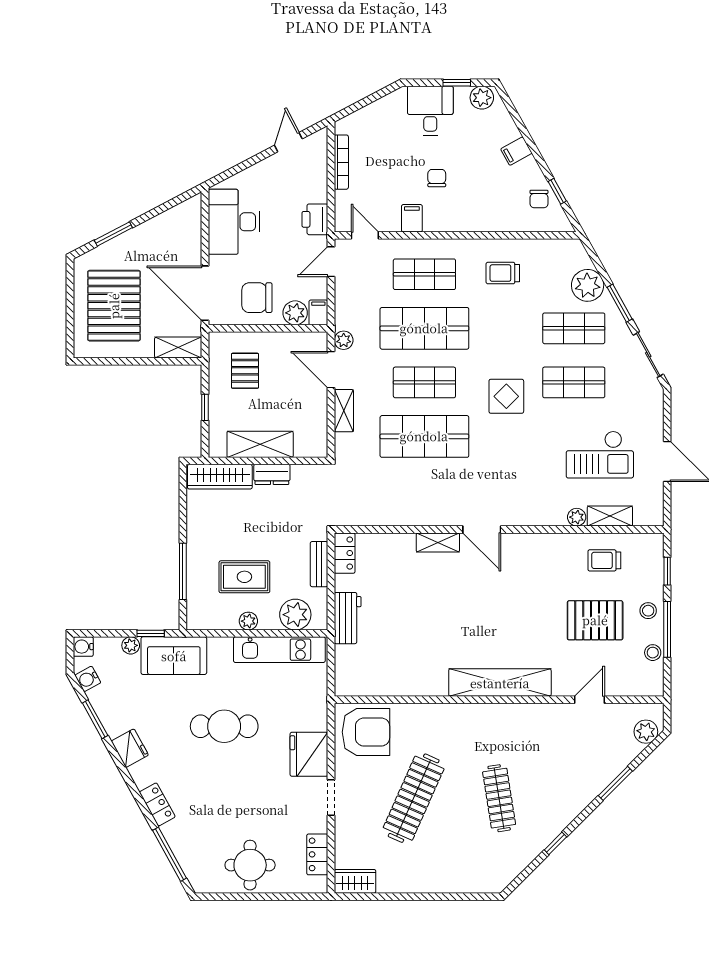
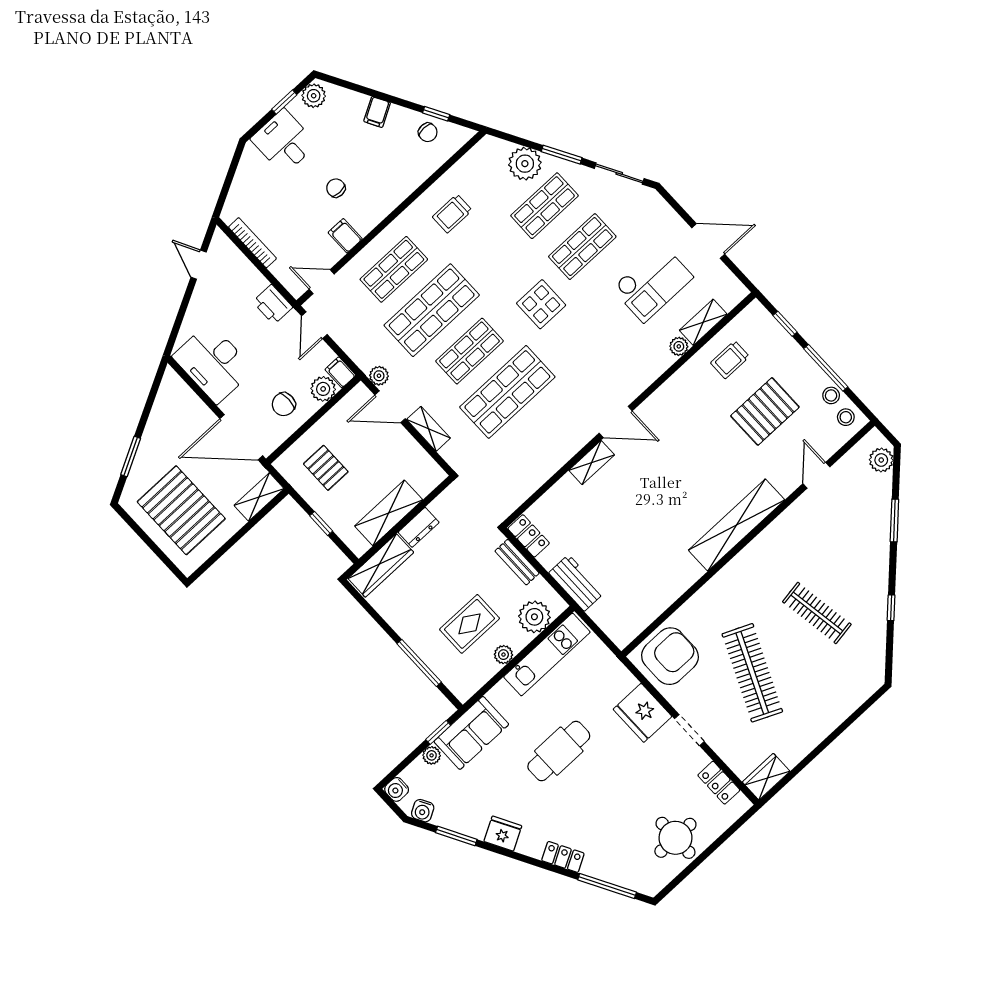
chair: (257, 298) -> (284, 404), width x0.73, depth x0.73
stool: (648, 611) -> (846, 417), moved

